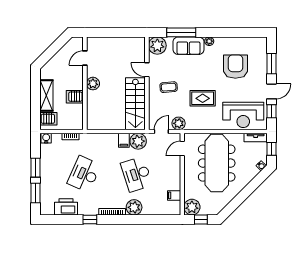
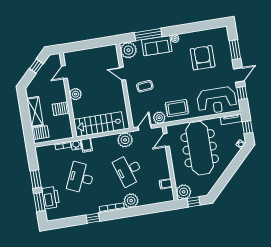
window: (56, 47) -> (36, 66), added
rug: (203, 98) -> (177, 108), moved
stairs: (135, 104) -> (99, 124), moved, turned 90
water cooler: (46, 138) -> (76, 145), moved
filing cabinet: (124, 140) -> (87, 145), moved
printer: (66, 207) -> (51, 198), moved, turned 90

